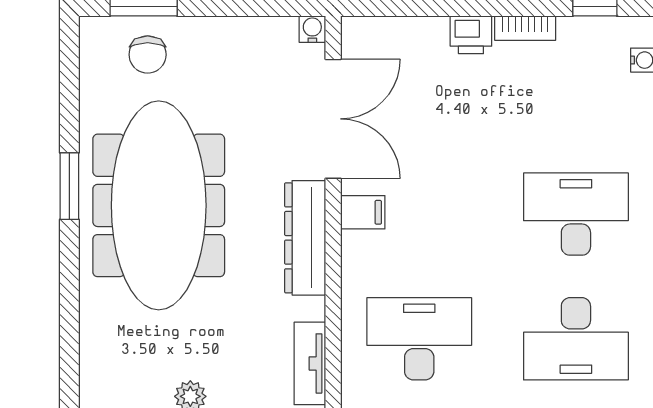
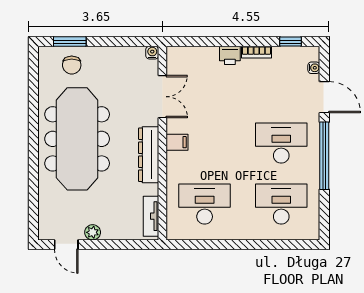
double door: (333, 119) -> (162, 97), width x0.73
window: (69, 186) -> (33, 129), removed
desk: (576, 339) -> (281, 204), turned 180

